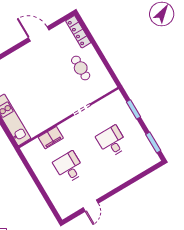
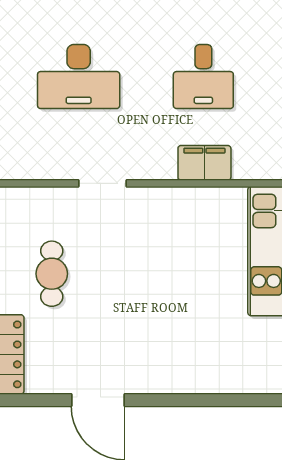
desk: (112, 142) -> (79, 76), width x1.37

